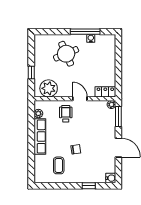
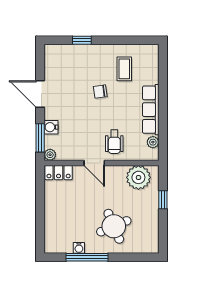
water cooler: (111, 178) -> (51, 127), moved

